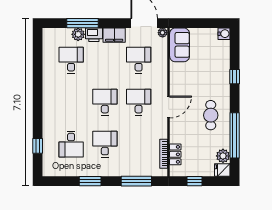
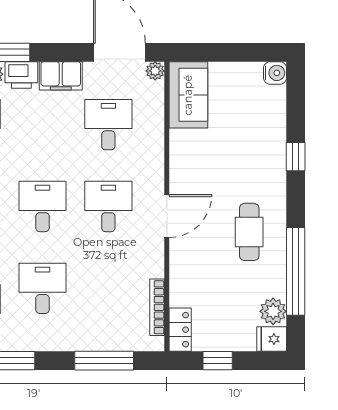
locker: (175, 154) -> (180, 330), moved

